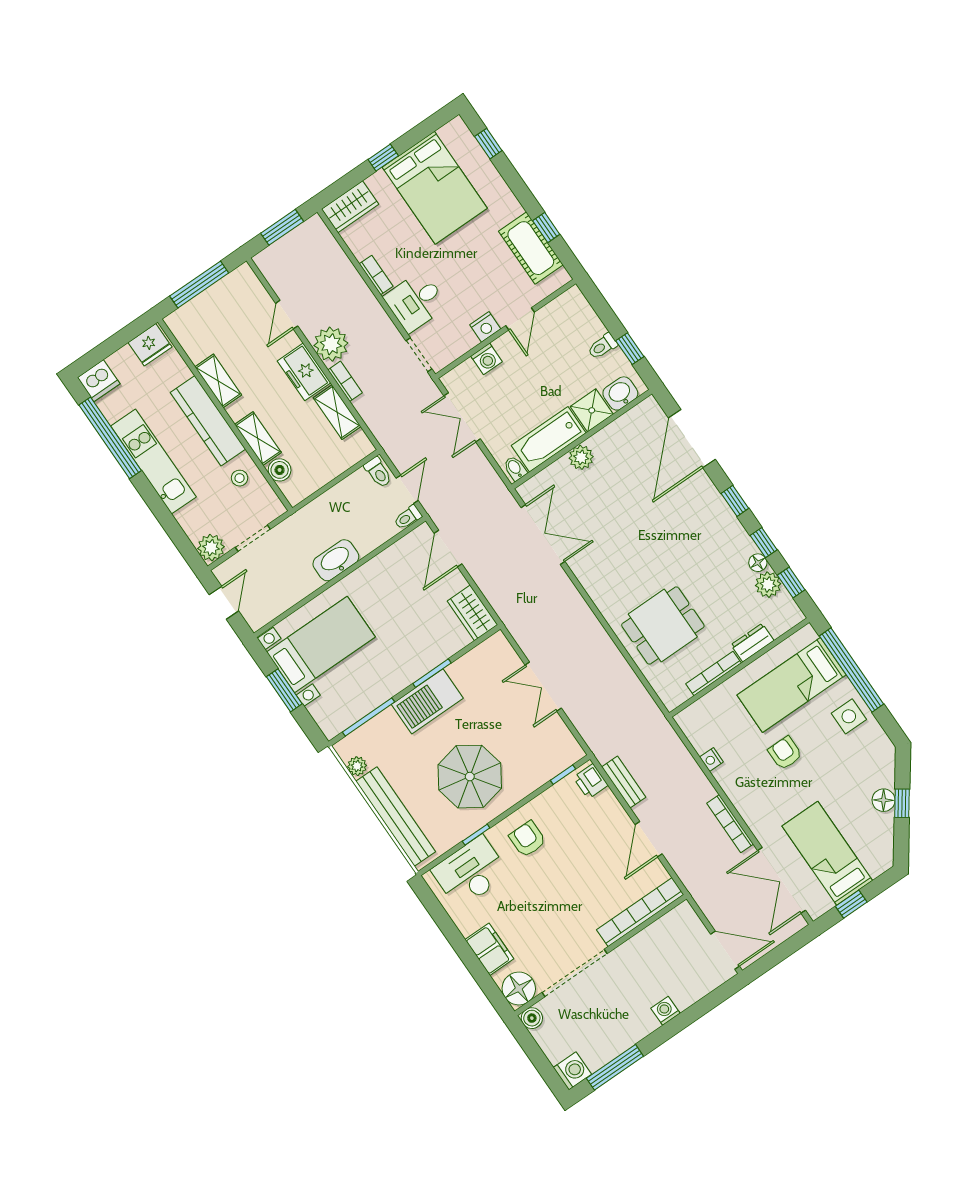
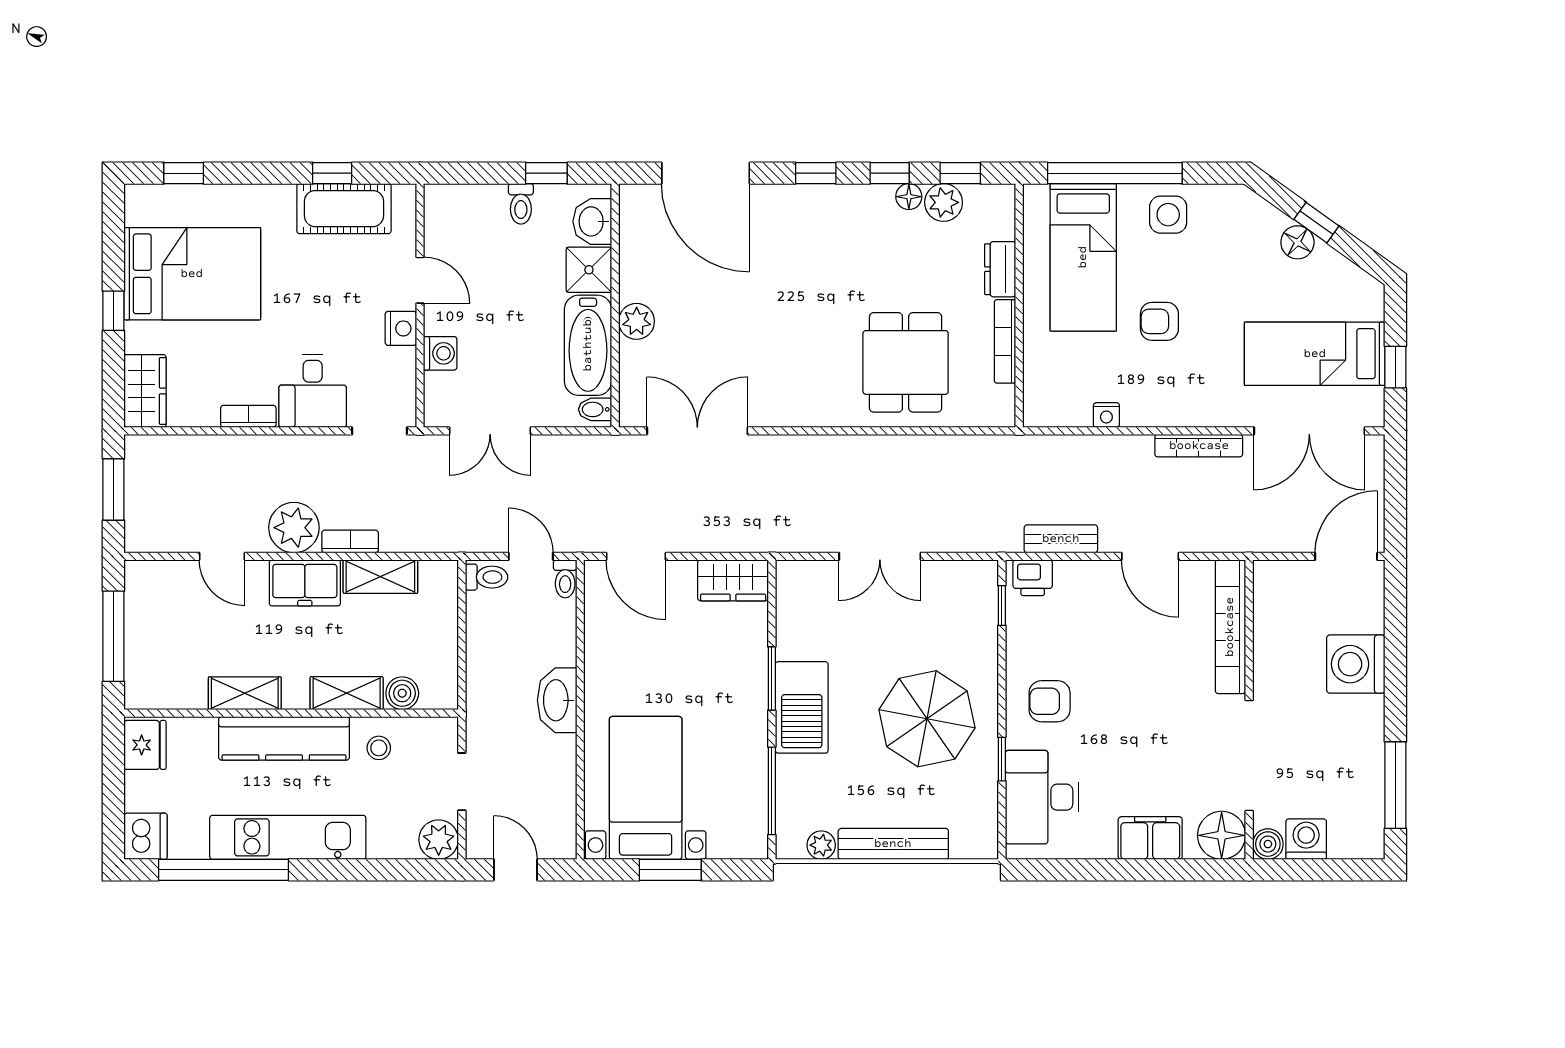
bench: (396, 816) -> (893, 844), width x0.73, depth x0.82
washing machine: (665, 1011) -> (1356, 664), width x1.89, depth x1.89
washing machine: (572, 1071) -> (1306, 839), moved

